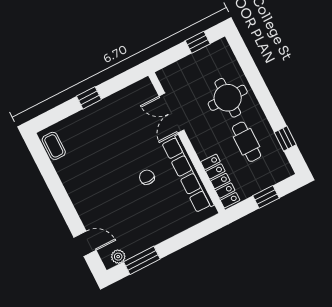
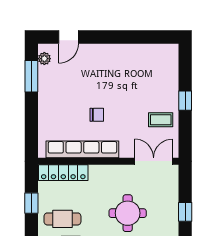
double door: (171, 113) -> (154, 161), moved
cafe table: (247, 142) -> (62, 219), moved
coffee table: (54, 146) -> (161, 120), moved

